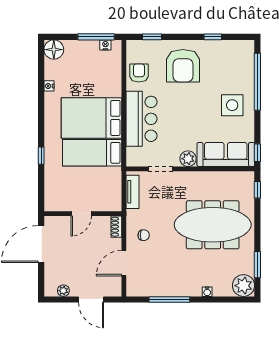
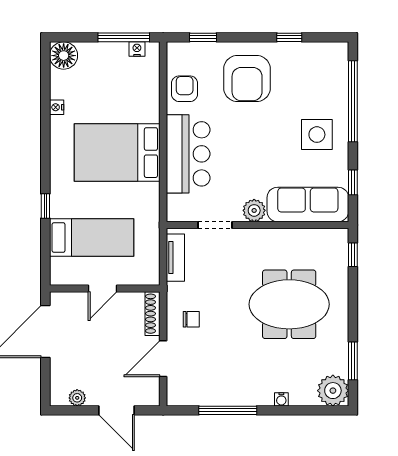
bed: (92, 153) -> (92, 238), moved, turned 180
window: (257, 153) -> (353, 182), moved
meeting table: (213, 225) -> (289, 304), width x0.73
shoe rack: (116, 227) -> (152, 314), width x1.43

